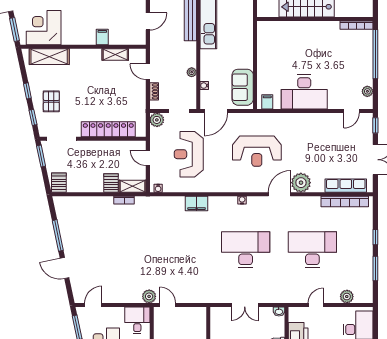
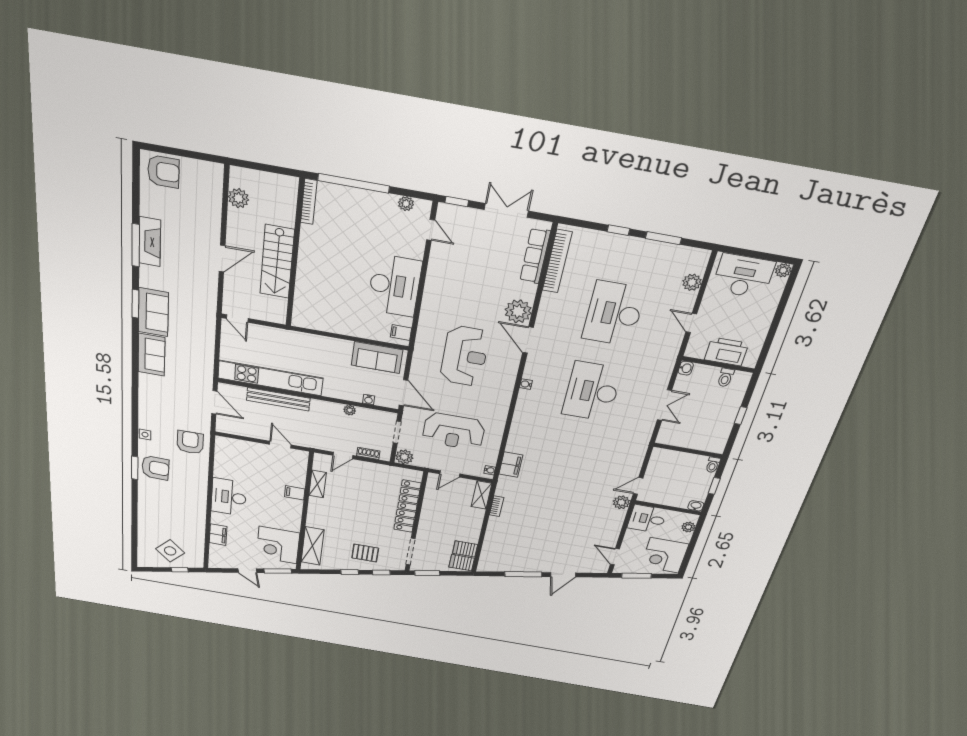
server rack: (111, 183) -> (465, 549), moved
filing cabinet: (197, 203) -> (511, 465), moved

